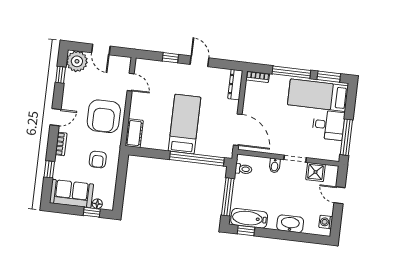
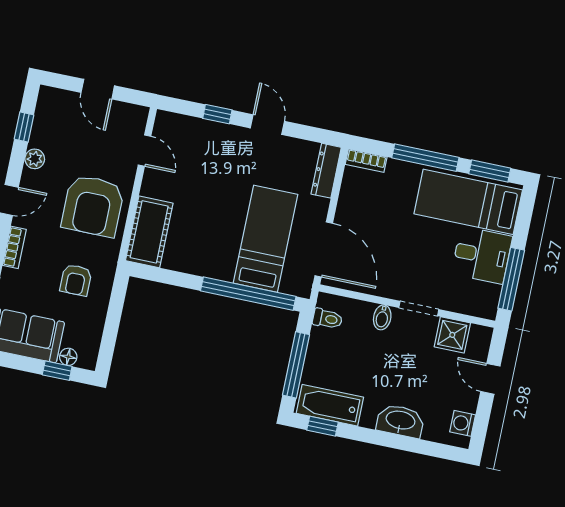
plant: (77, 61) -> (35, 159), moved, width x0.53, depth x0.53
bed: (184, 124) -> (266, 239), moved
cot: (134, 133) -> (149, 232), width x1.37, depth x1.34

